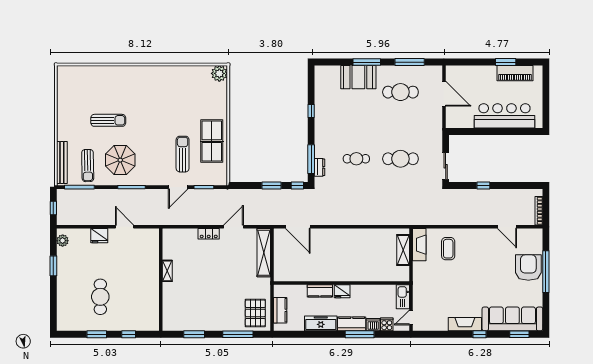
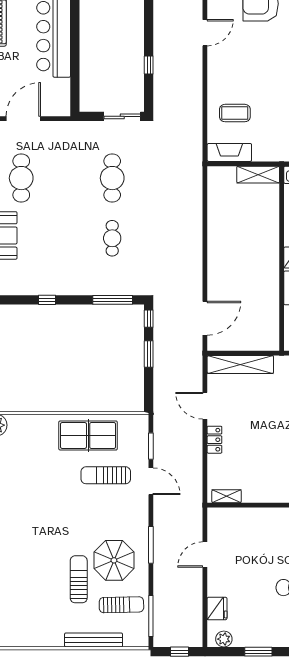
sun lounger: (108, 120) -> (79, 579), moved
bench: (62, 162) -> (94, 640), moved
dresser: (320, 167) -> (124, 288), removed
fridge: (99, 236) -> (217, 608), moved
shelving: (403, 250) -> (258, 175), moved
shelving: (167, 271) -> (227, 496), moved

